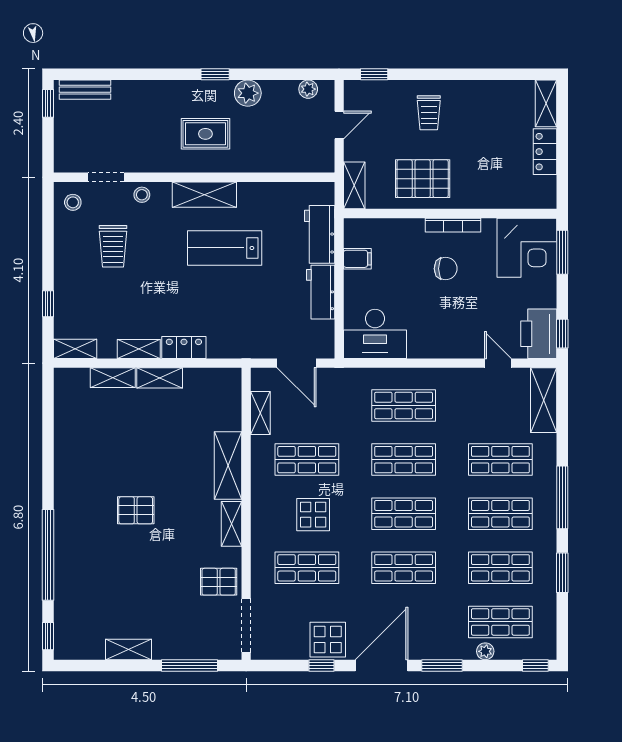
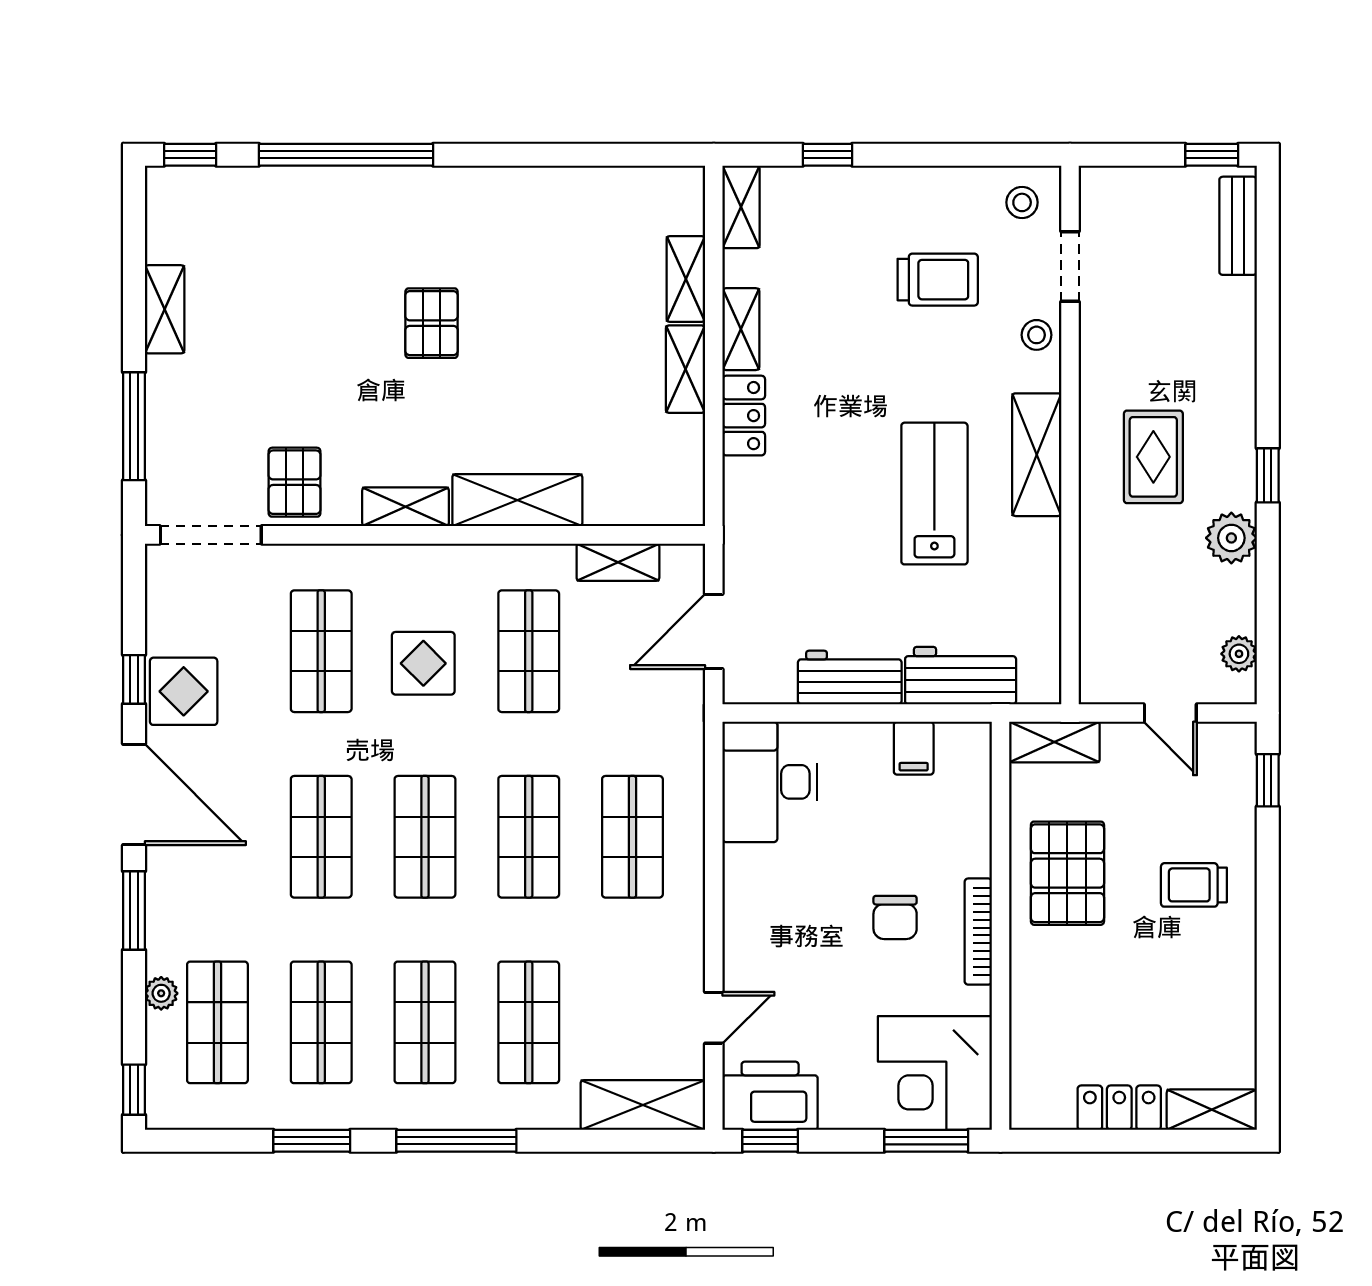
trolley: (113, 246) -> (938, 280), turned 180

